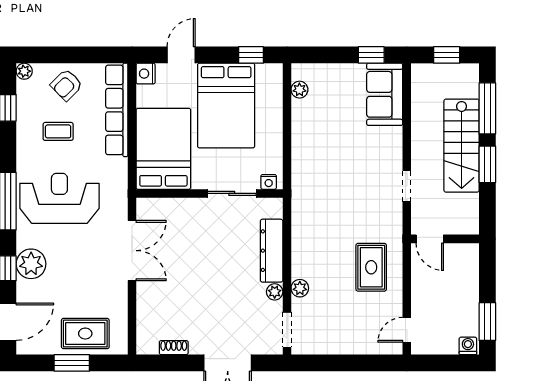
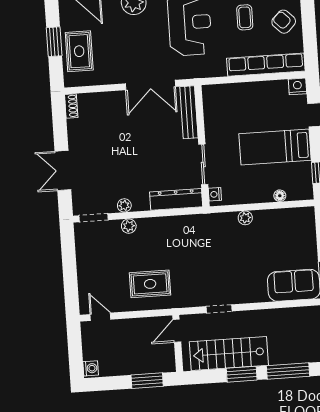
plant: (299, 90) -> (245, 218), moved
floor lamp: (276, 104) -> (280, 196), added
bed: (226, 106) -> (275, 147), width x0.67
stairs: (462, 146) -> (229, 354), moved
bed: (163, 149) -> (236, 105), removed
bench: (168, 206) -> (189, 112), added
dresser: (272, 251) -> (176, 199), moved
window: (487, 322) -> (147, 381), moved
shoe rack: (174, 348) -> (71, 106), moved

